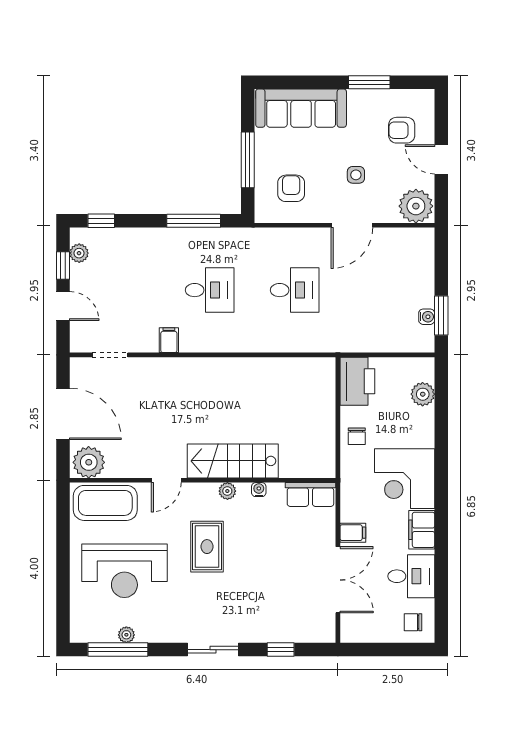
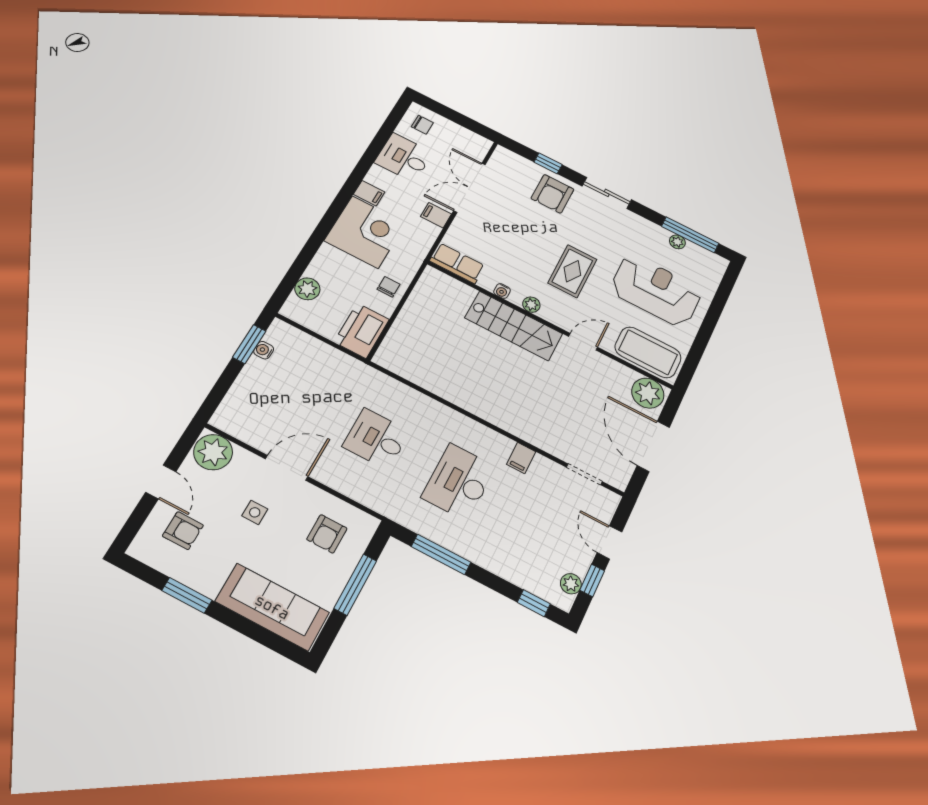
desk: (210, 290) -> (459, 482), width x1.37
filing cabinet: (422, 530) -> (369, 193), width x0.50
armchair: (261, 618) -> (552, 194), added

